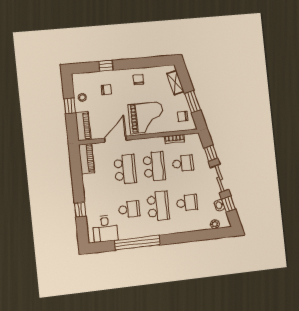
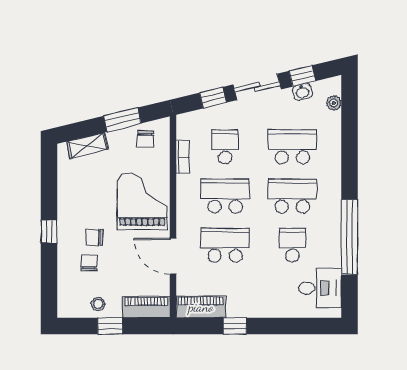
window: (106, 66) -> (49, 232), moved
chair: (138, 80) -> (94, 237), moved
school desk: (187, 203) -> (292, 147), width x1.85
window: (80, 209) -> (235, 326), moved

